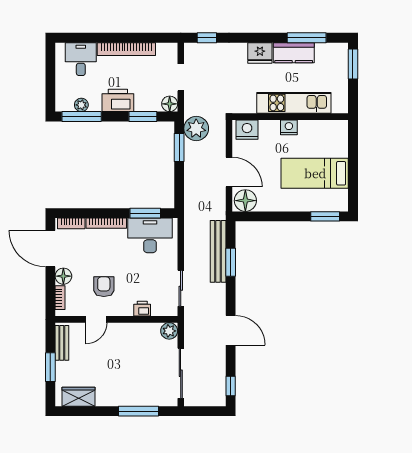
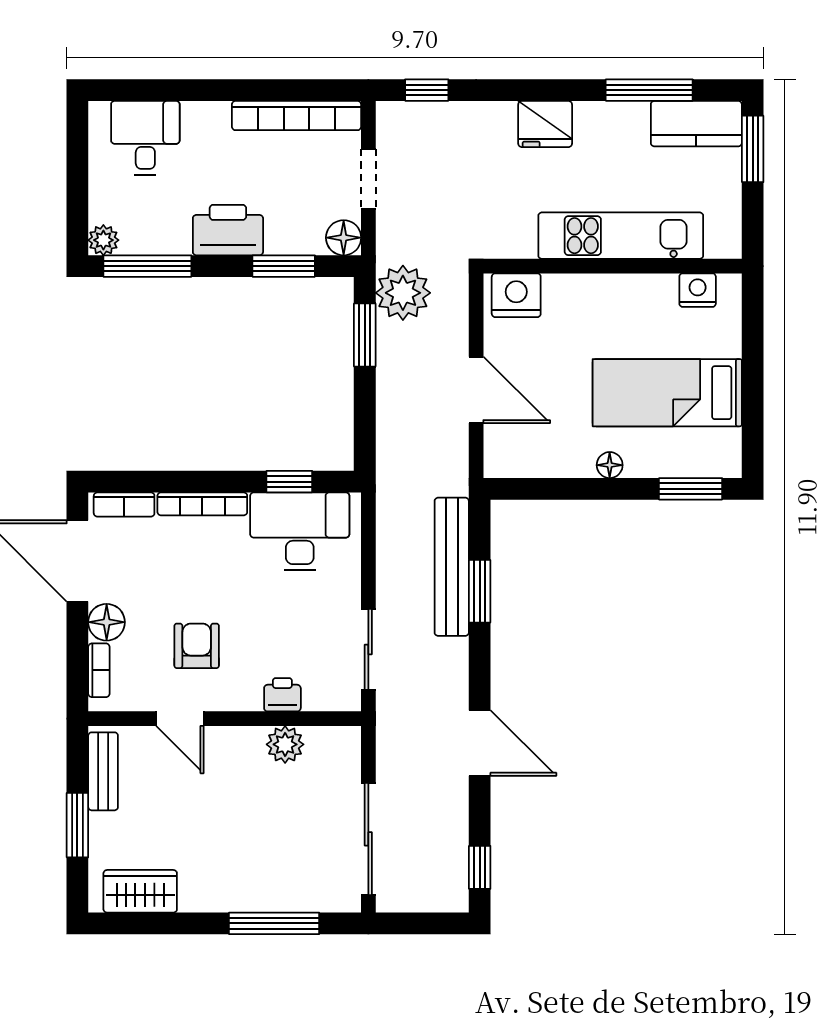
bookcase: (126, 49) -> (297, 116), moved
kitchen counter: (294, 53) -> (696, 124), moved
plant: (81, 105) -> (103, 240), moved
nightstand: (289, 127) -> (698, 290), moved
floor lamp: (245, 201) -> (610, 465), moved, width x0.53, depth x0.53
window: (145, 213) -> (289, 482), width x0.67
door: (96, 319) -> (180, 719), hinge flipped
plant: (169, 331) -> (285, 744), moved

